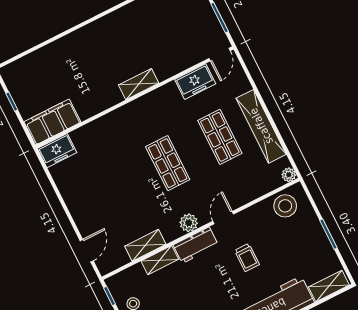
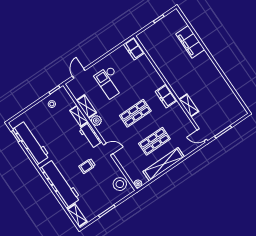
freezer: (195, 82) -> (166, 96), moved
shelving: (139, 84) -> (189, 105), moved
filing cabinet: (52, 122) -> (190, 42), moved, turned 180
checkout: (109, 199) -> (110, 82), added
plant: (189, 223) -> (96, 121), moved
door: (87, 251) -> (79, 73), swing flipped

